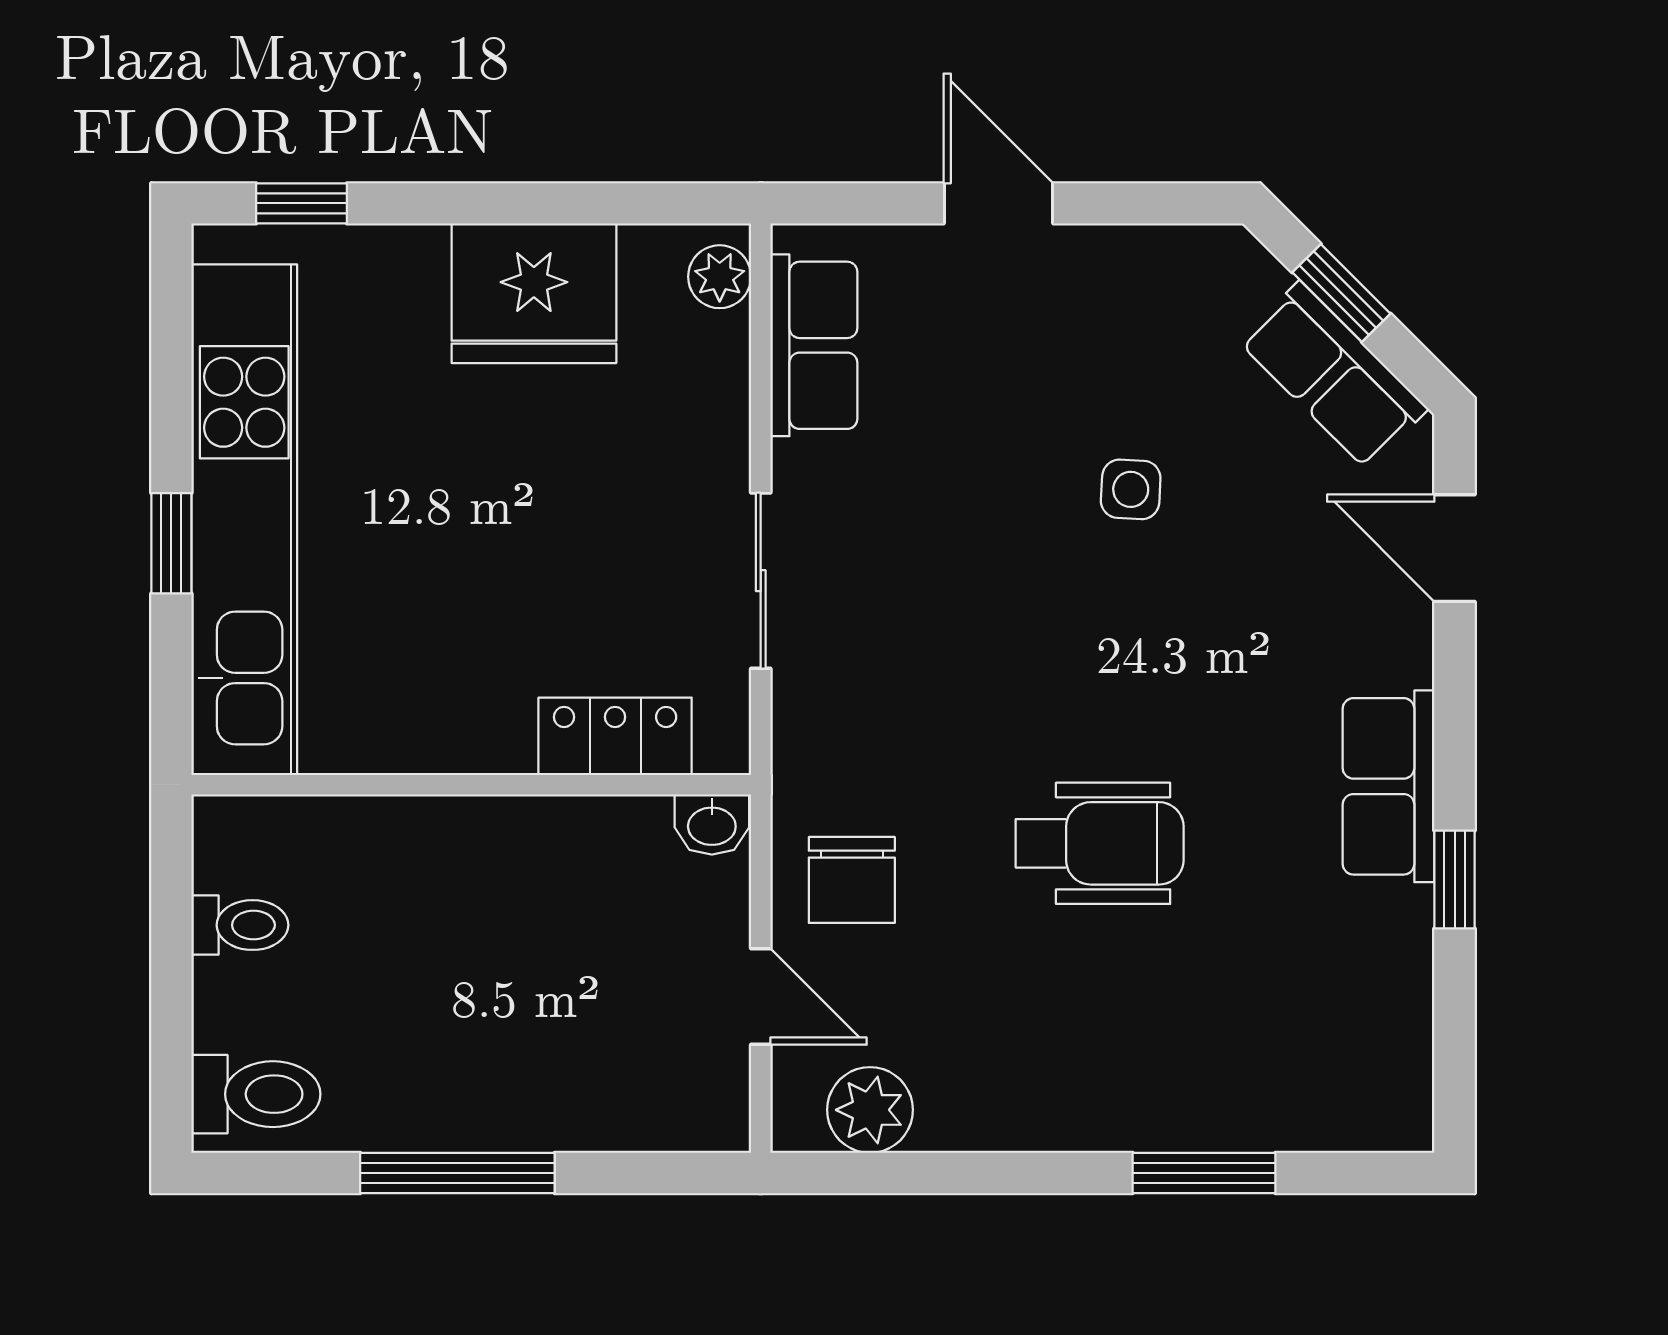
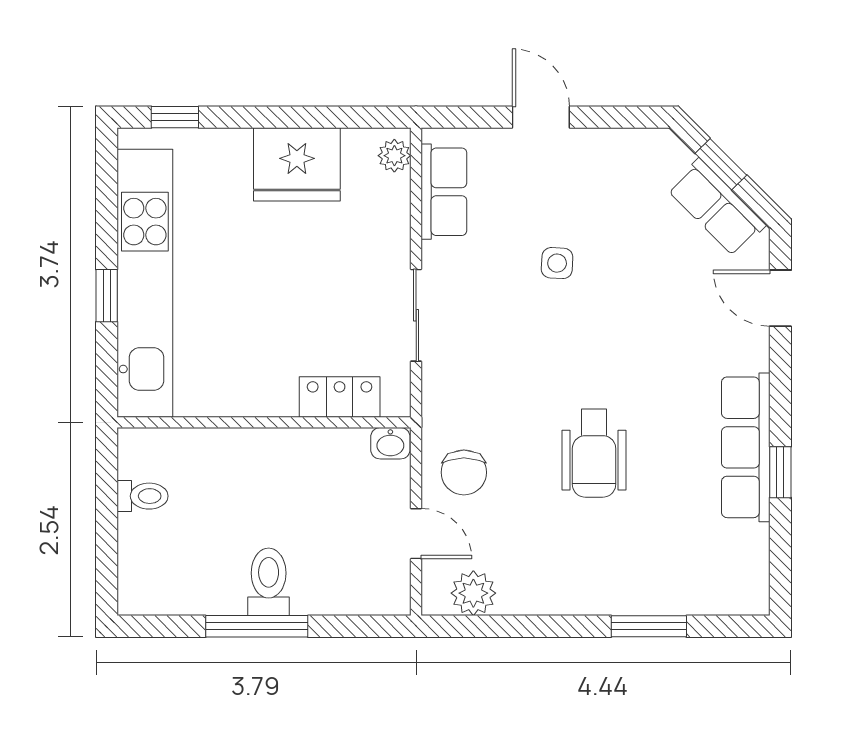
side table: (1131, 489) -> (557, 263), moved
row of seats: (1389, 786) -> (746, 447), width x1.48
wheelchair: (1100, 843) -> (594, 453), turned 90
toilet: (256, 1094) -> (269, 582), moved, turned -90

